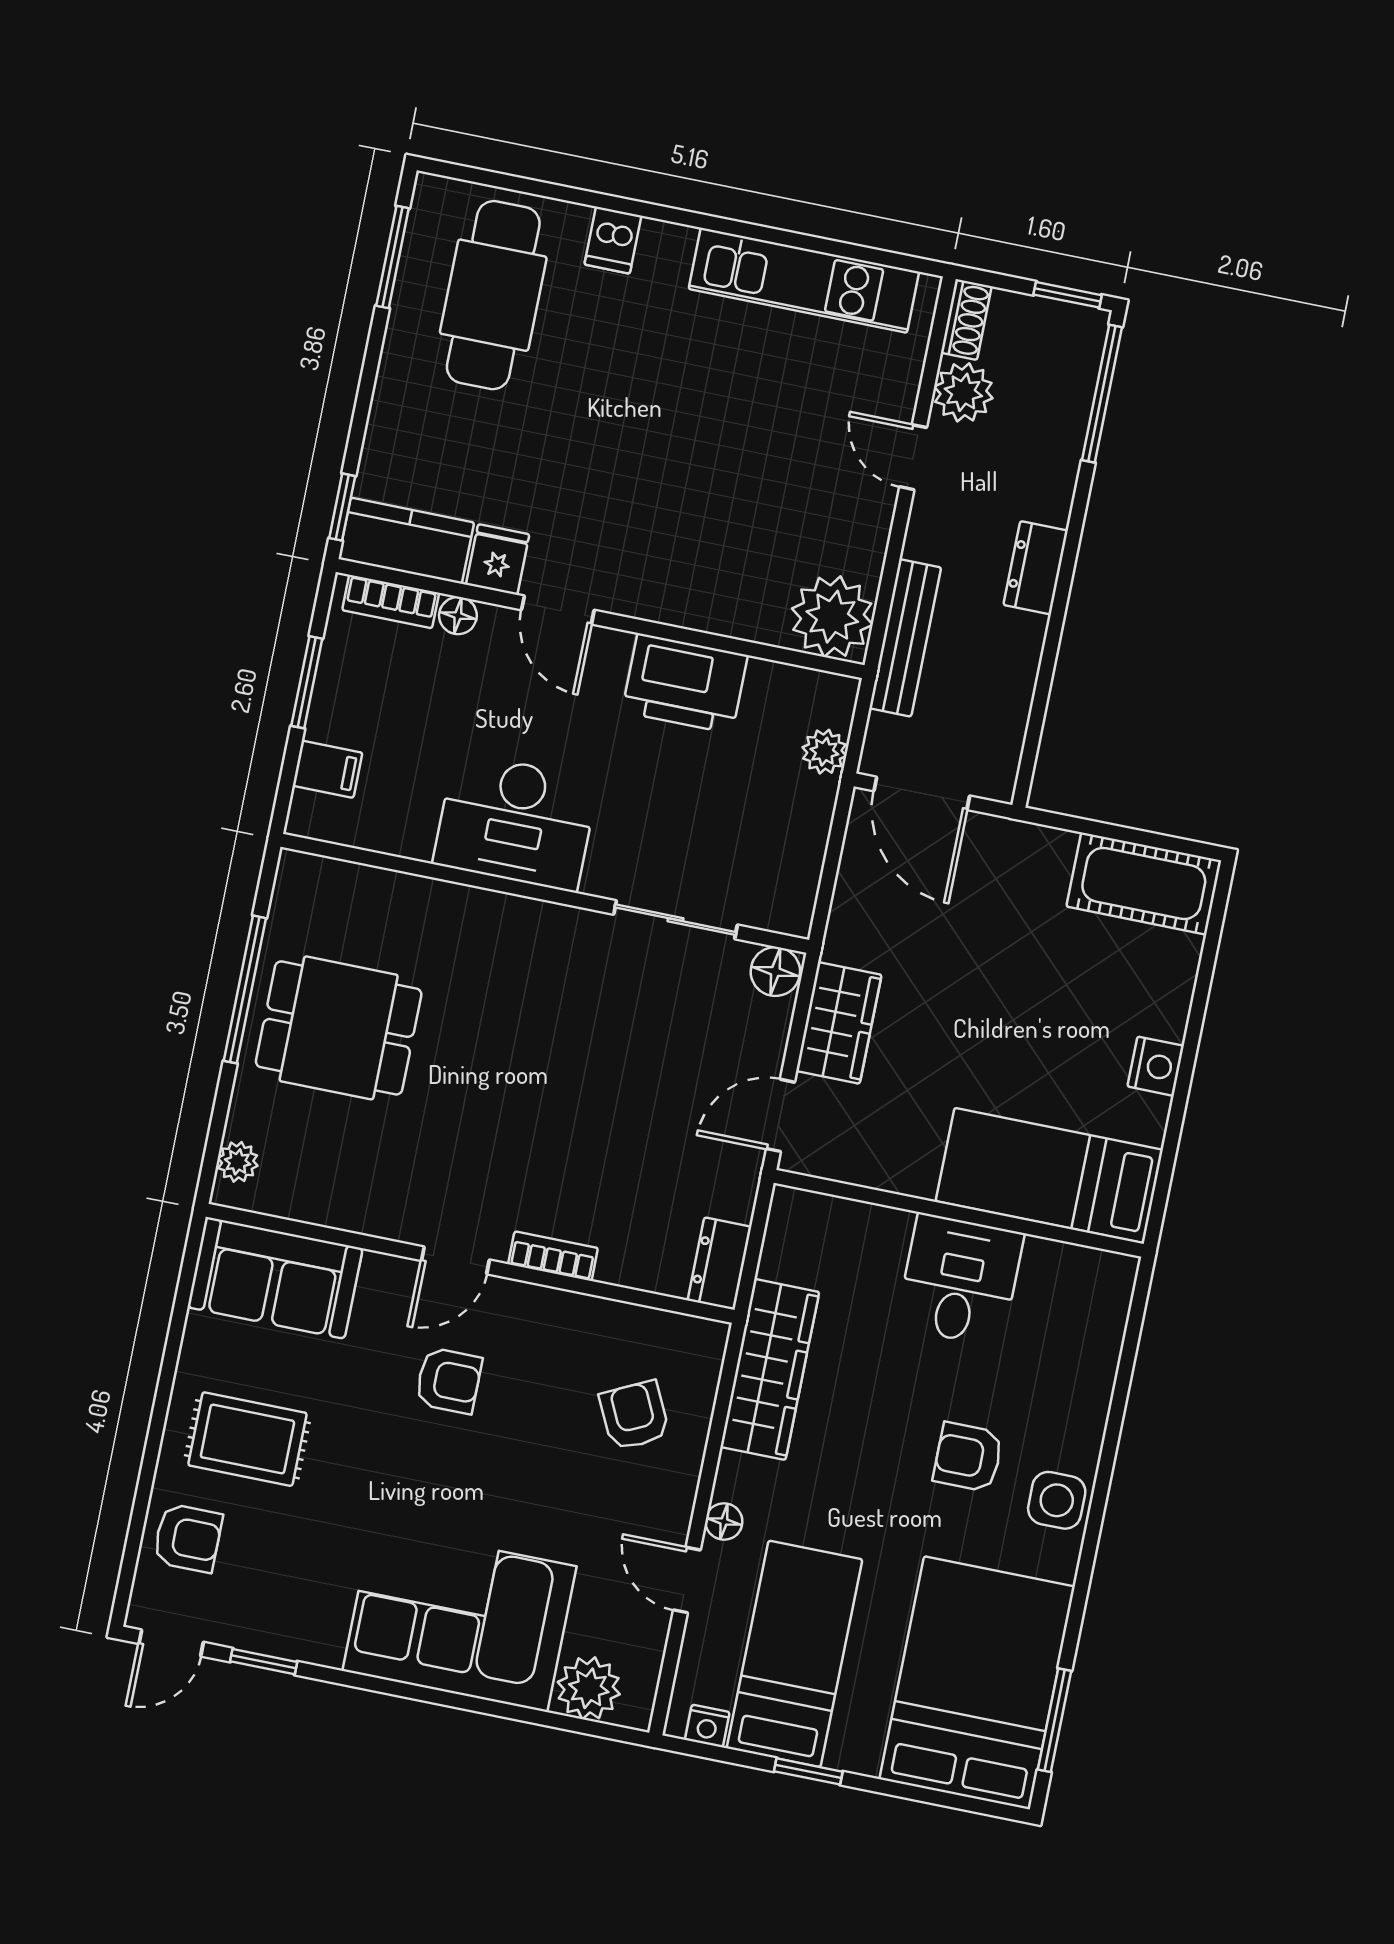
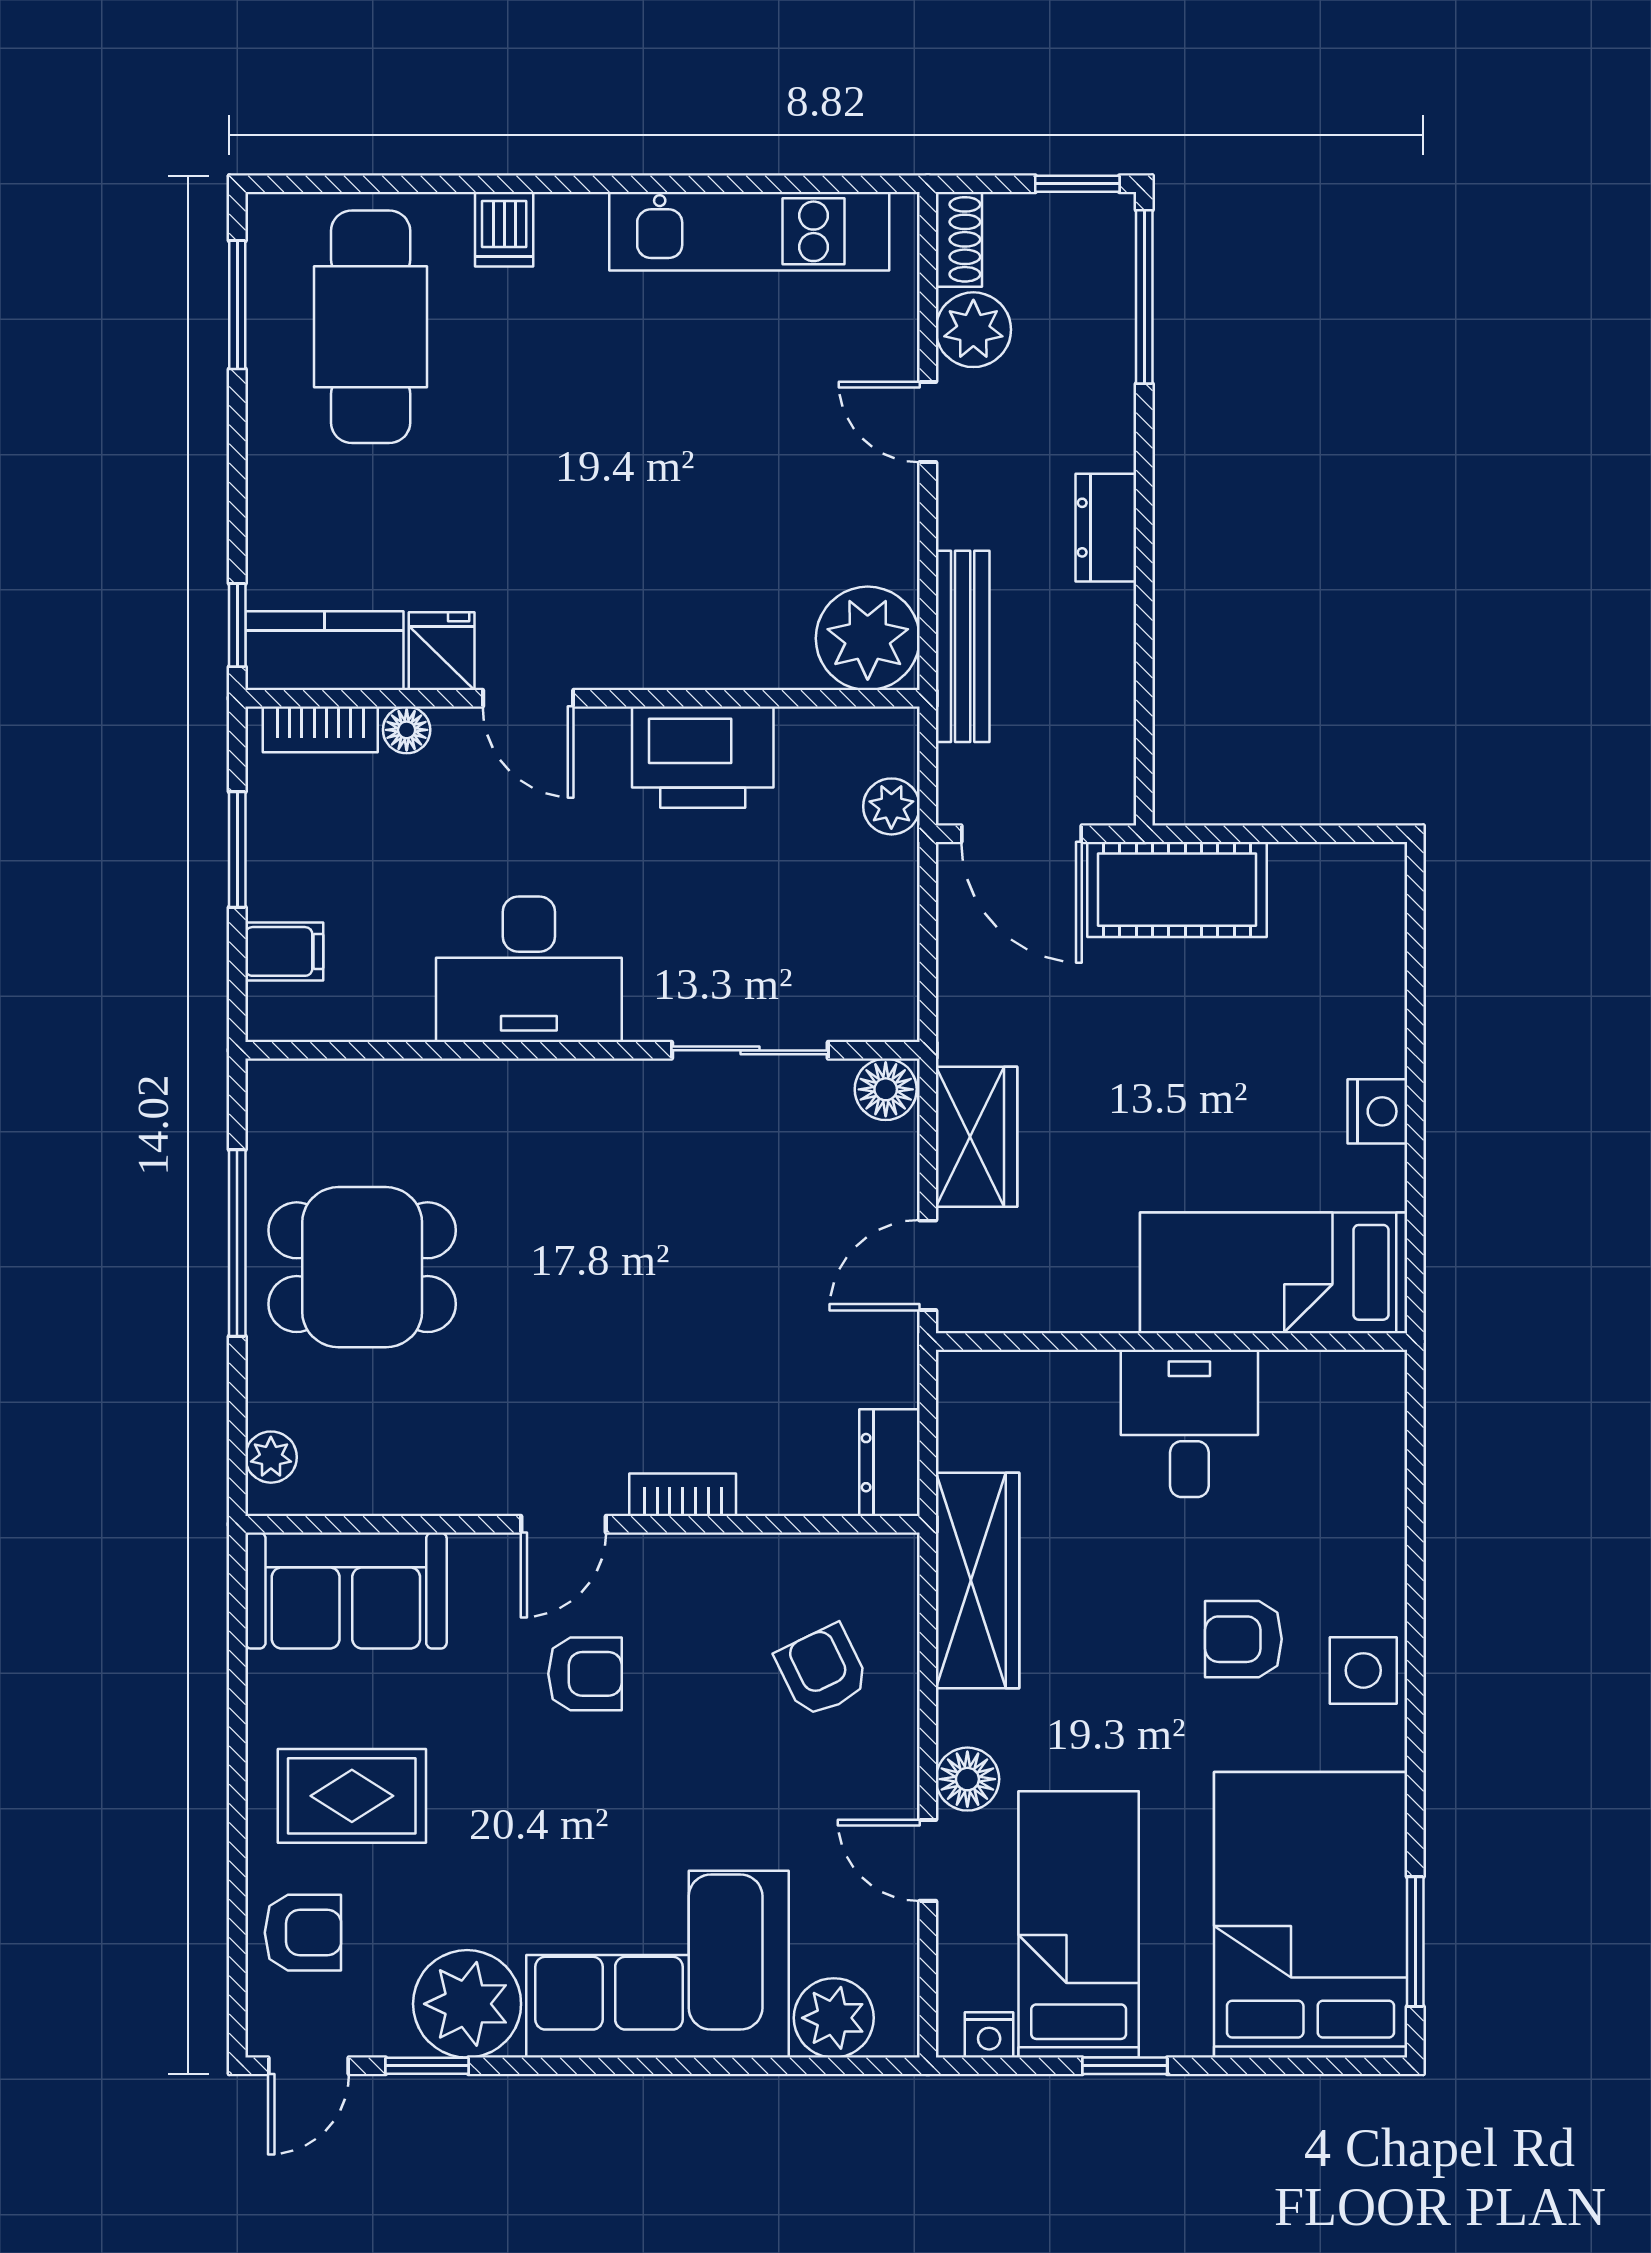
cot: (1144, 883) -> (1177, 890), moved
floor lamp: (724, 1522) -> (967, 1779), width x1.37, depth x1.37
plant: (305, 1620) -> (467, 2004), added

